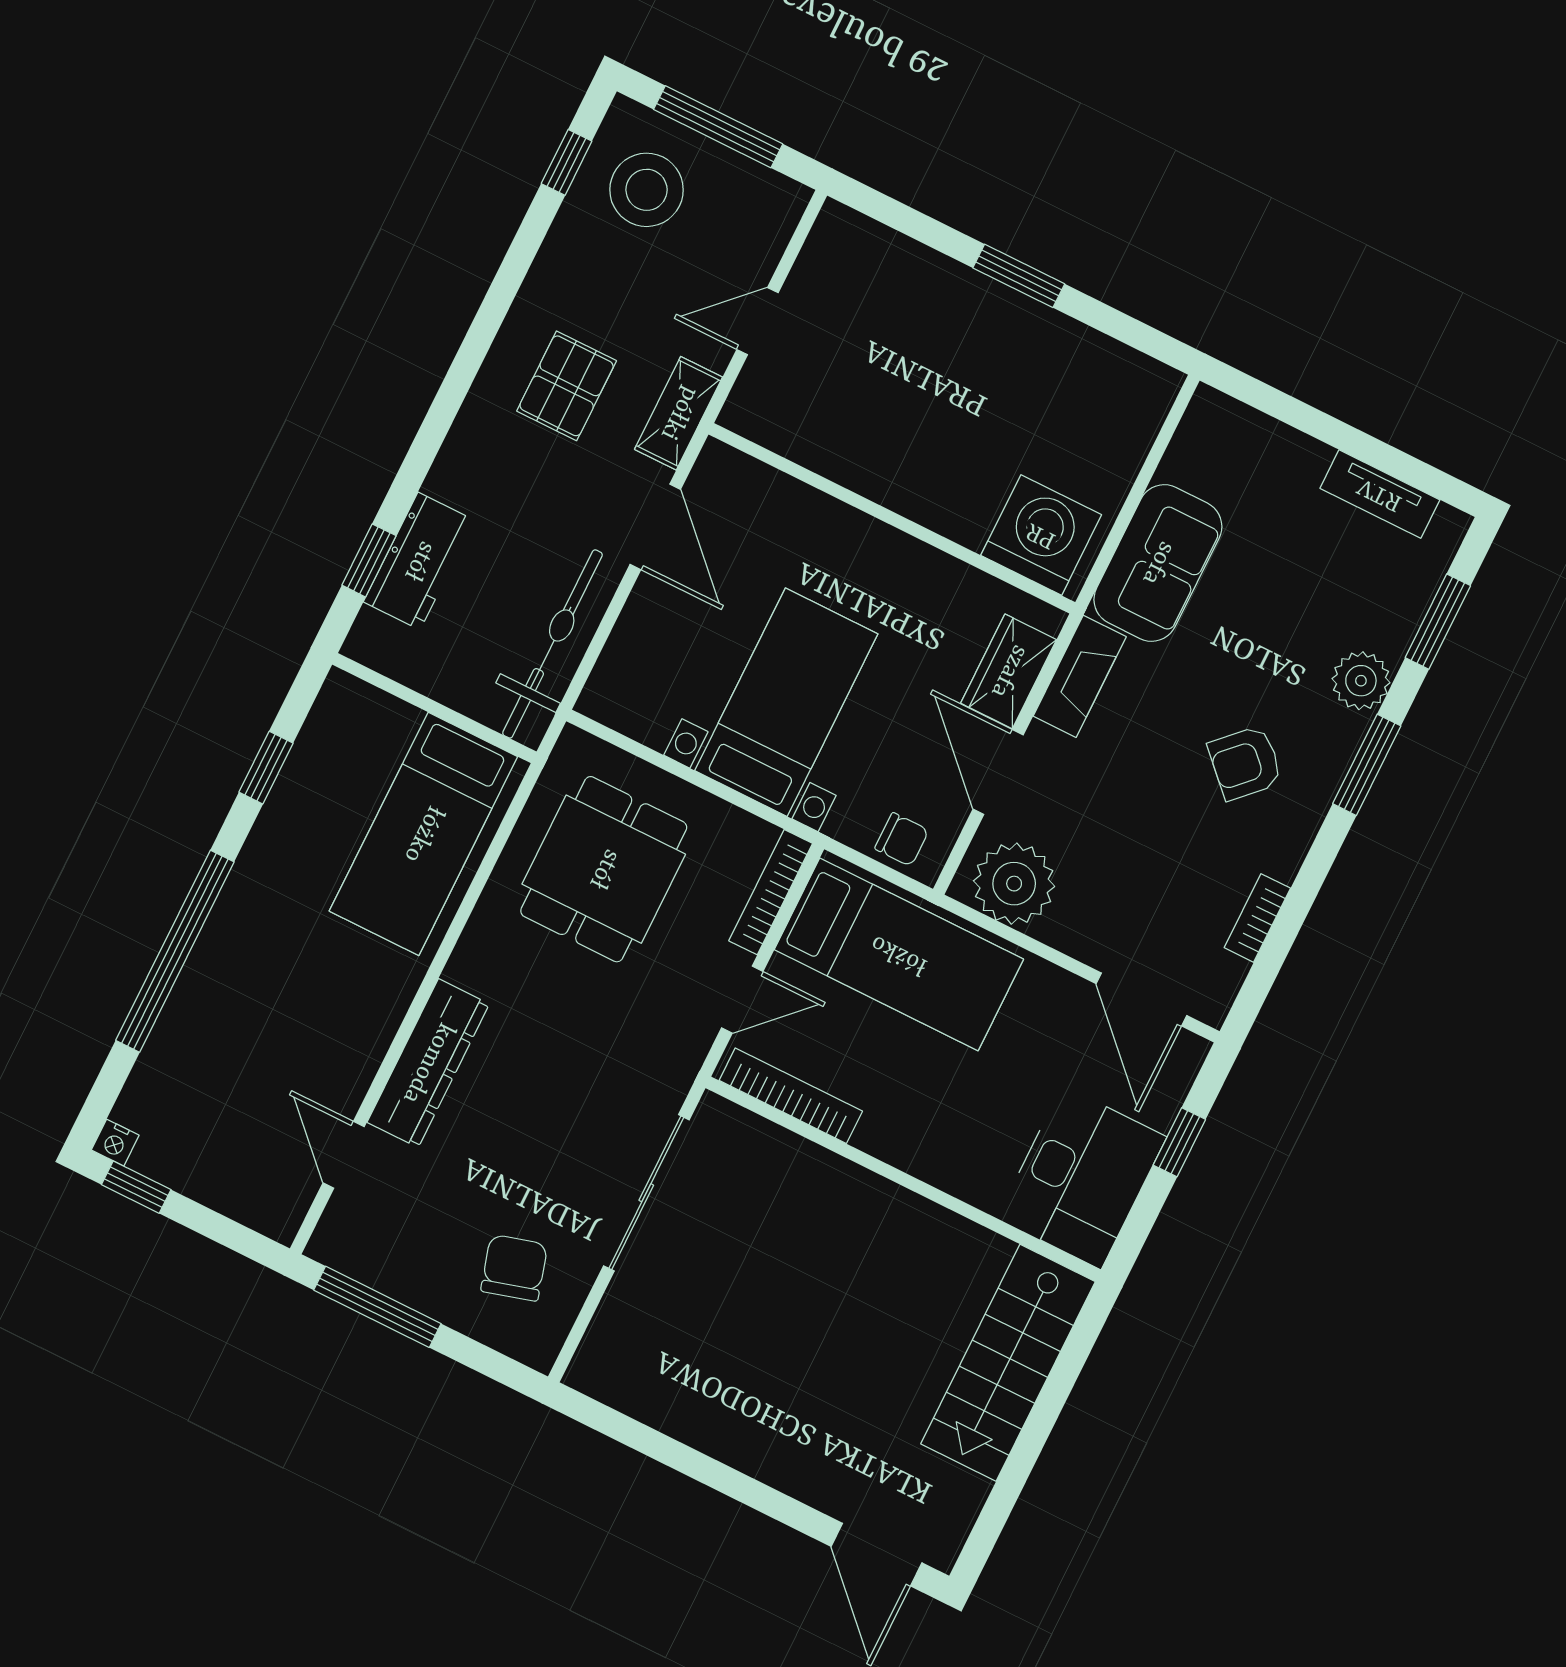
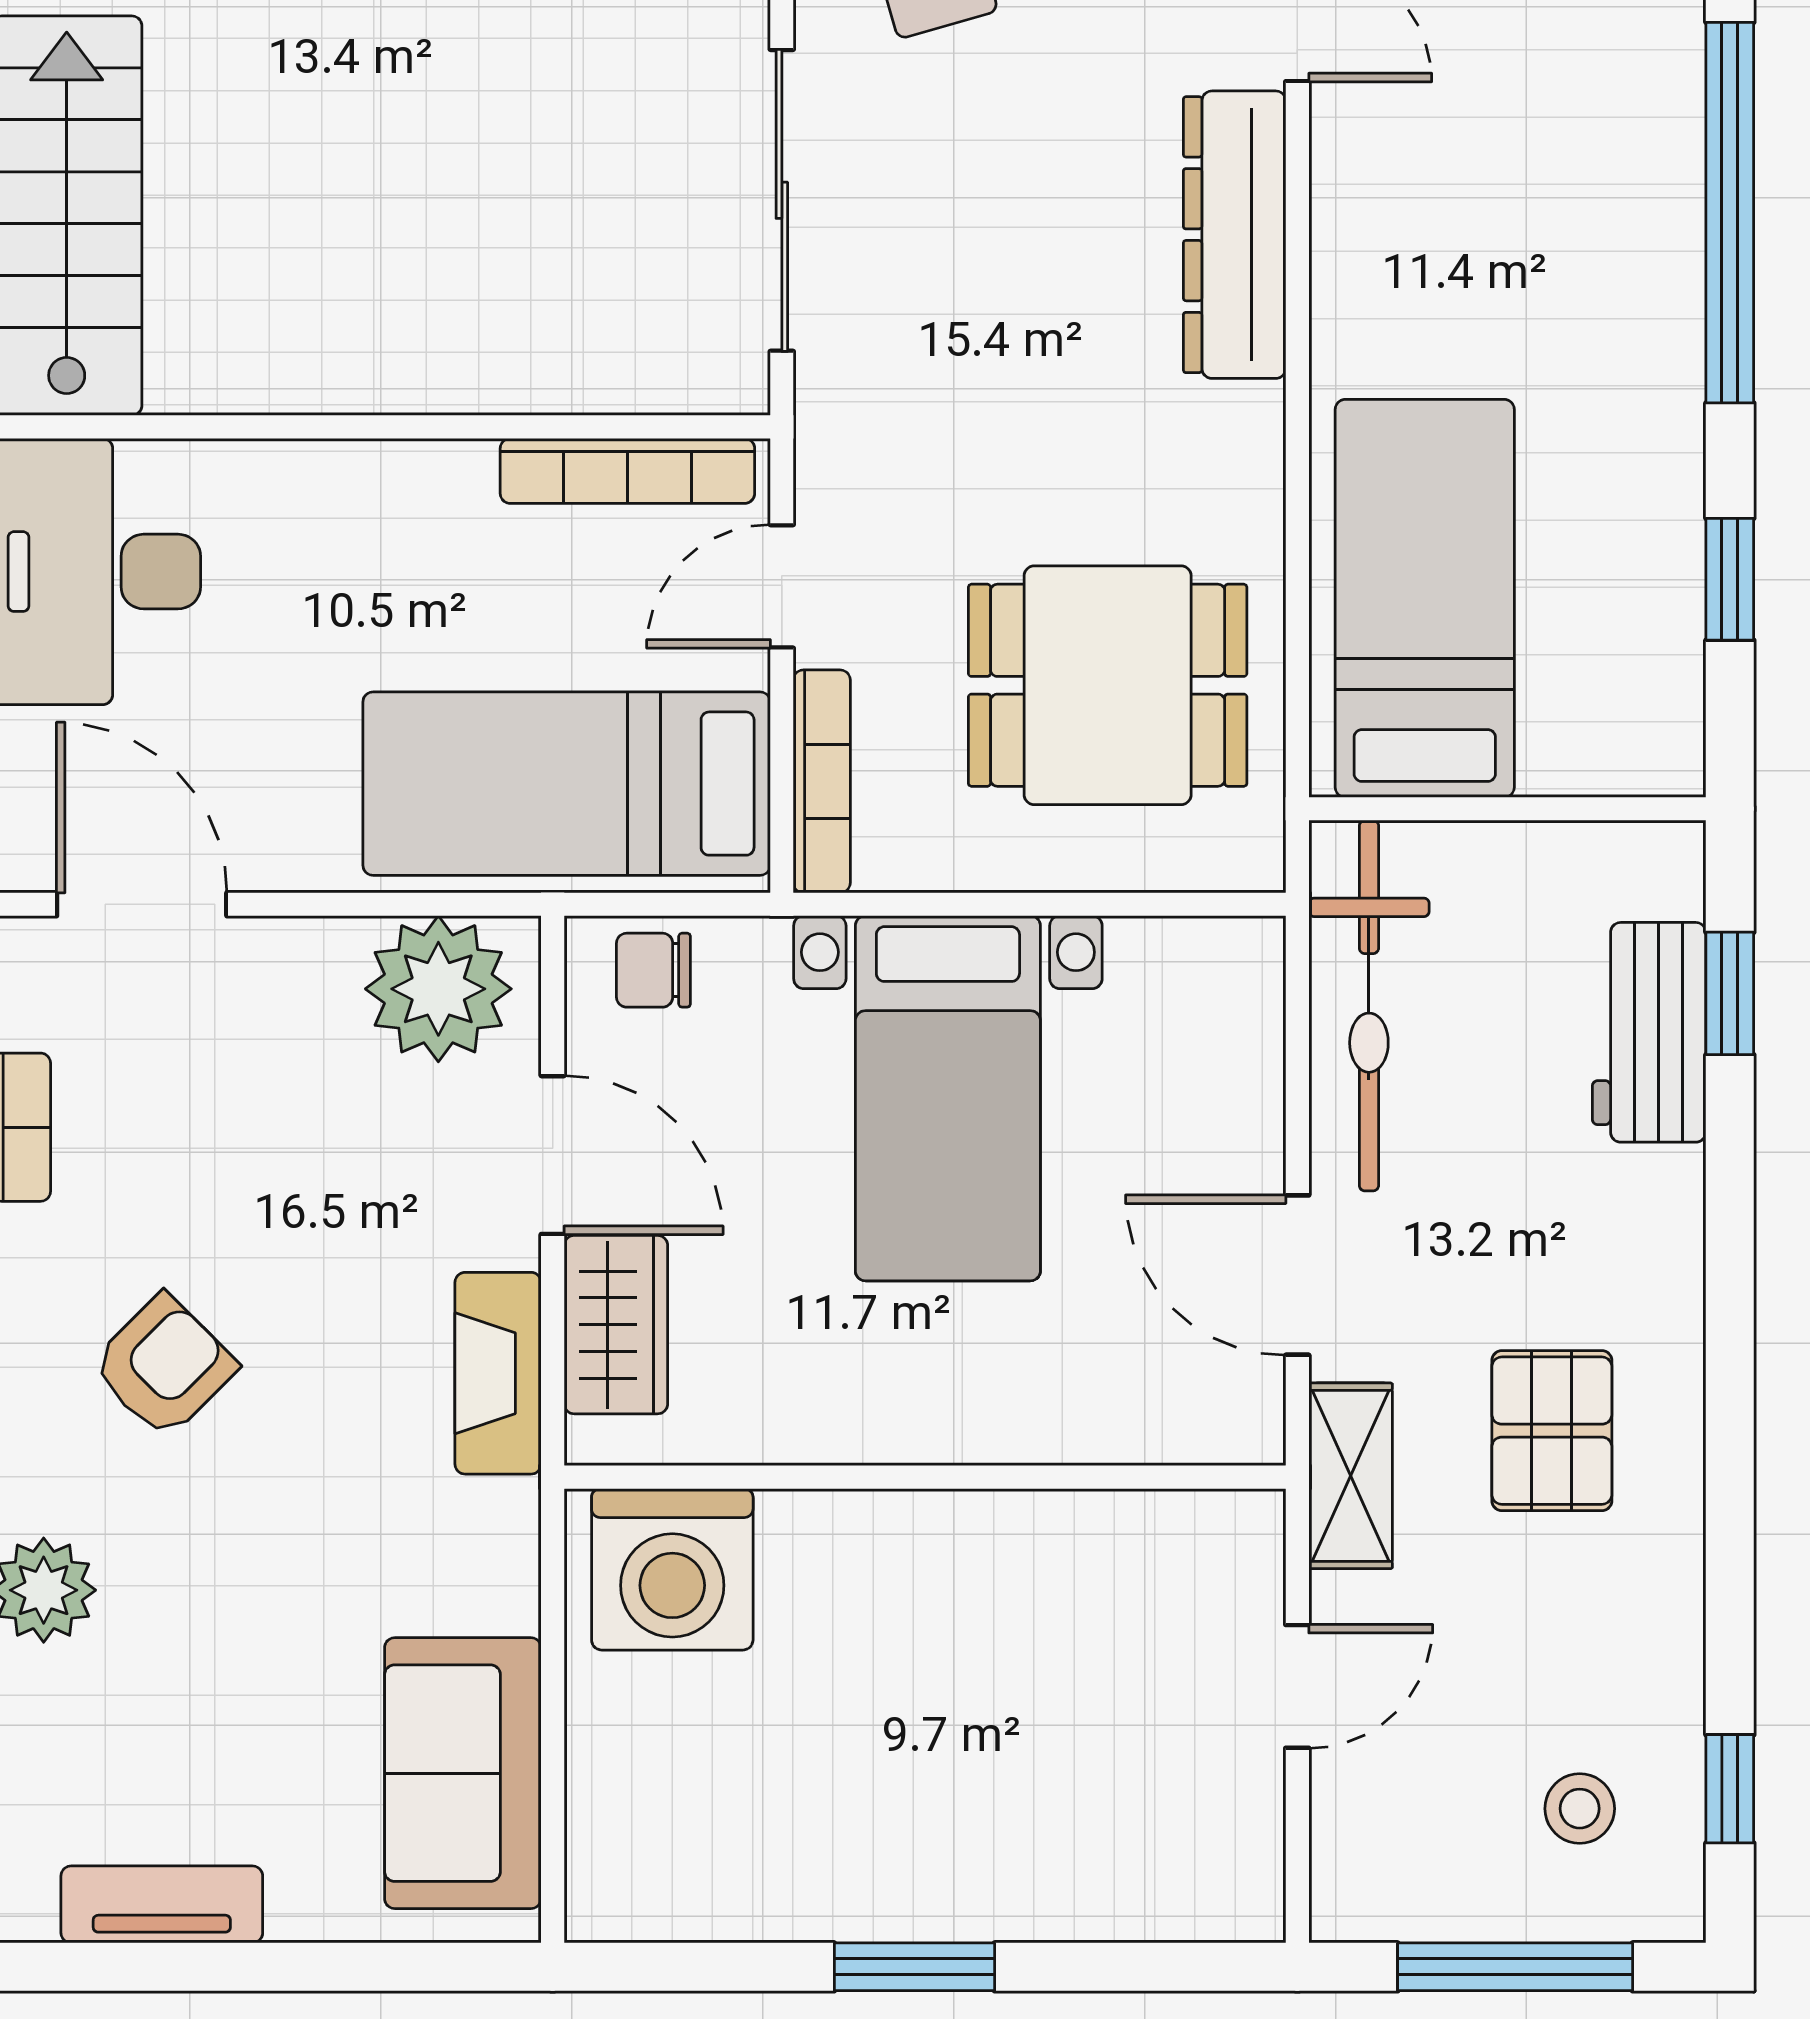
stool: (647, 190) -> (1580, 1809), width x0.53, depth x0.53
sofa: (1158, 563) -> (463, 1773), moved
dining table: (604, 869) -> (1108, 685), turned 90

